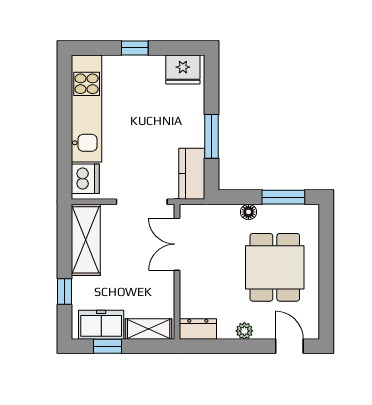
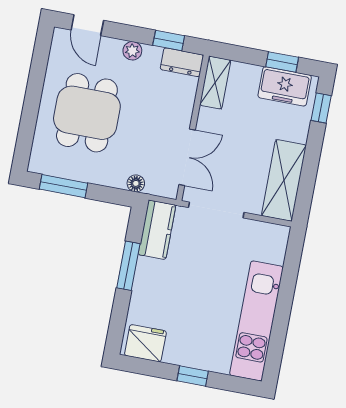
dishwasher: (85, 179) -> (272, 246), removed
floor lamp: (248, 212) -> (136, 183), moved
window: (65, 291) -> (321, 108), moved
shelving: (149, 329) -> (215, 83), moved, turned 90
window: (213, 346) -> (169, 41), added

